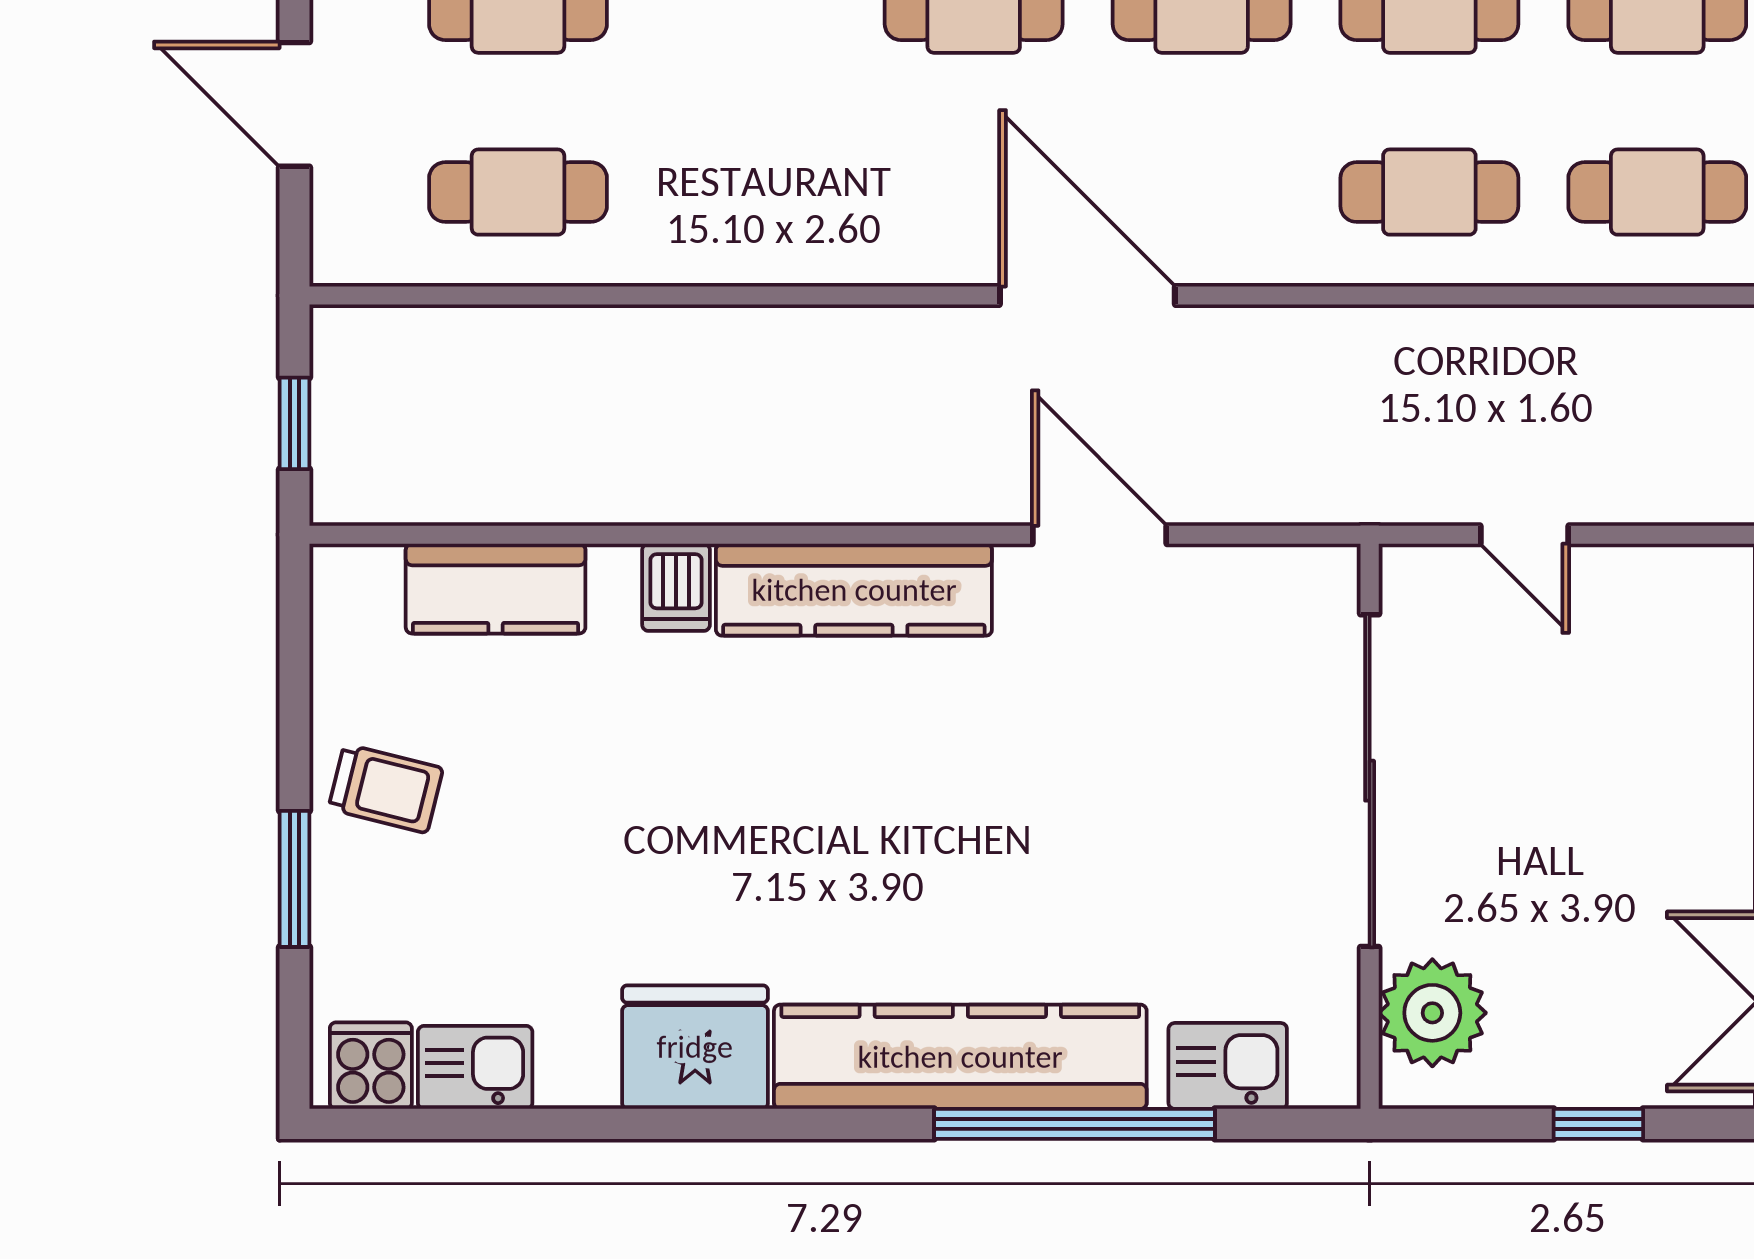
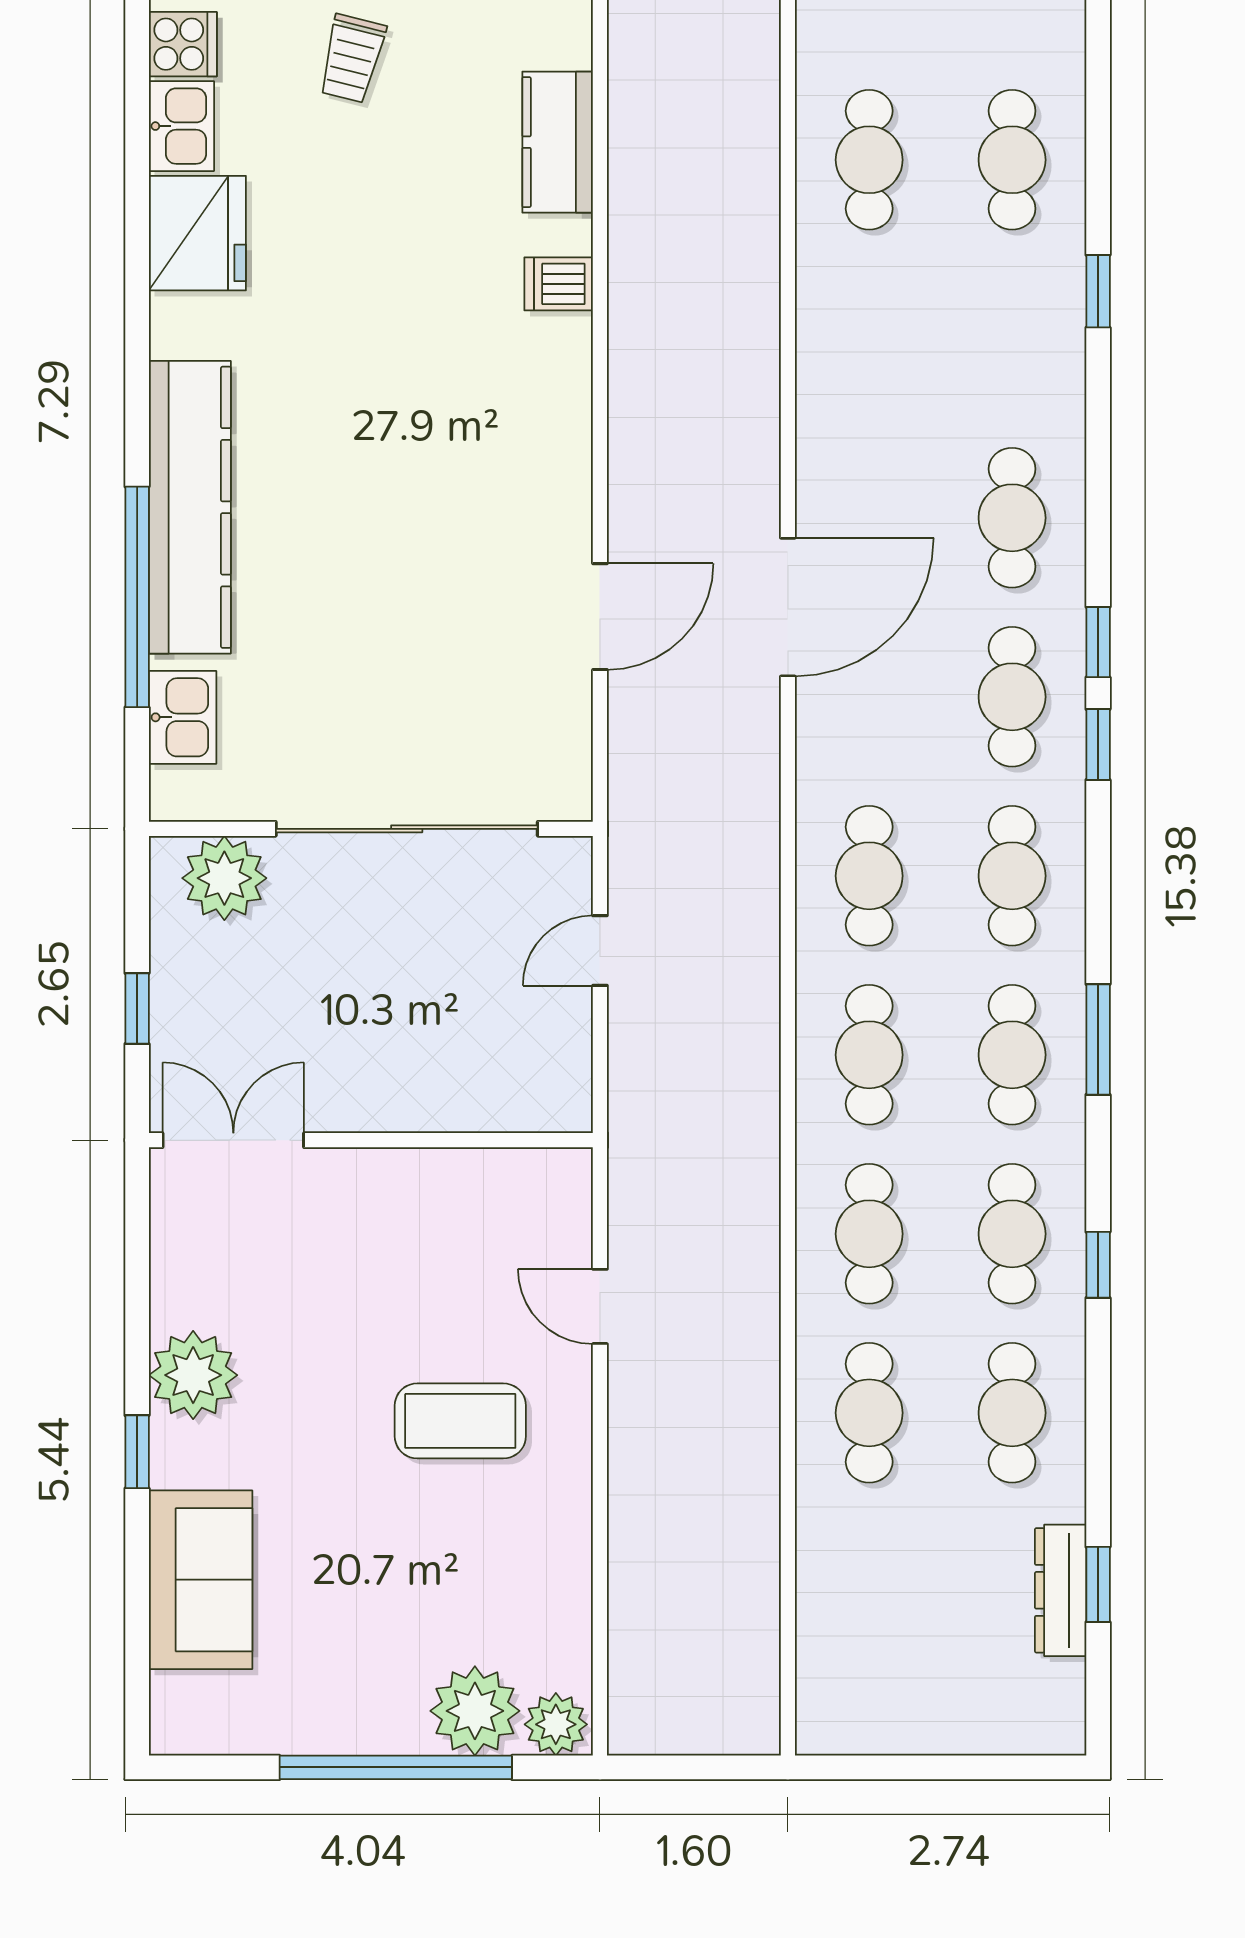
kitchen counter: (854, 590) -> (557, 424), removed
trolley: (386, 788) -> (352, 59), moved
fridge: (695, 1047) -> (197, 233), moved

